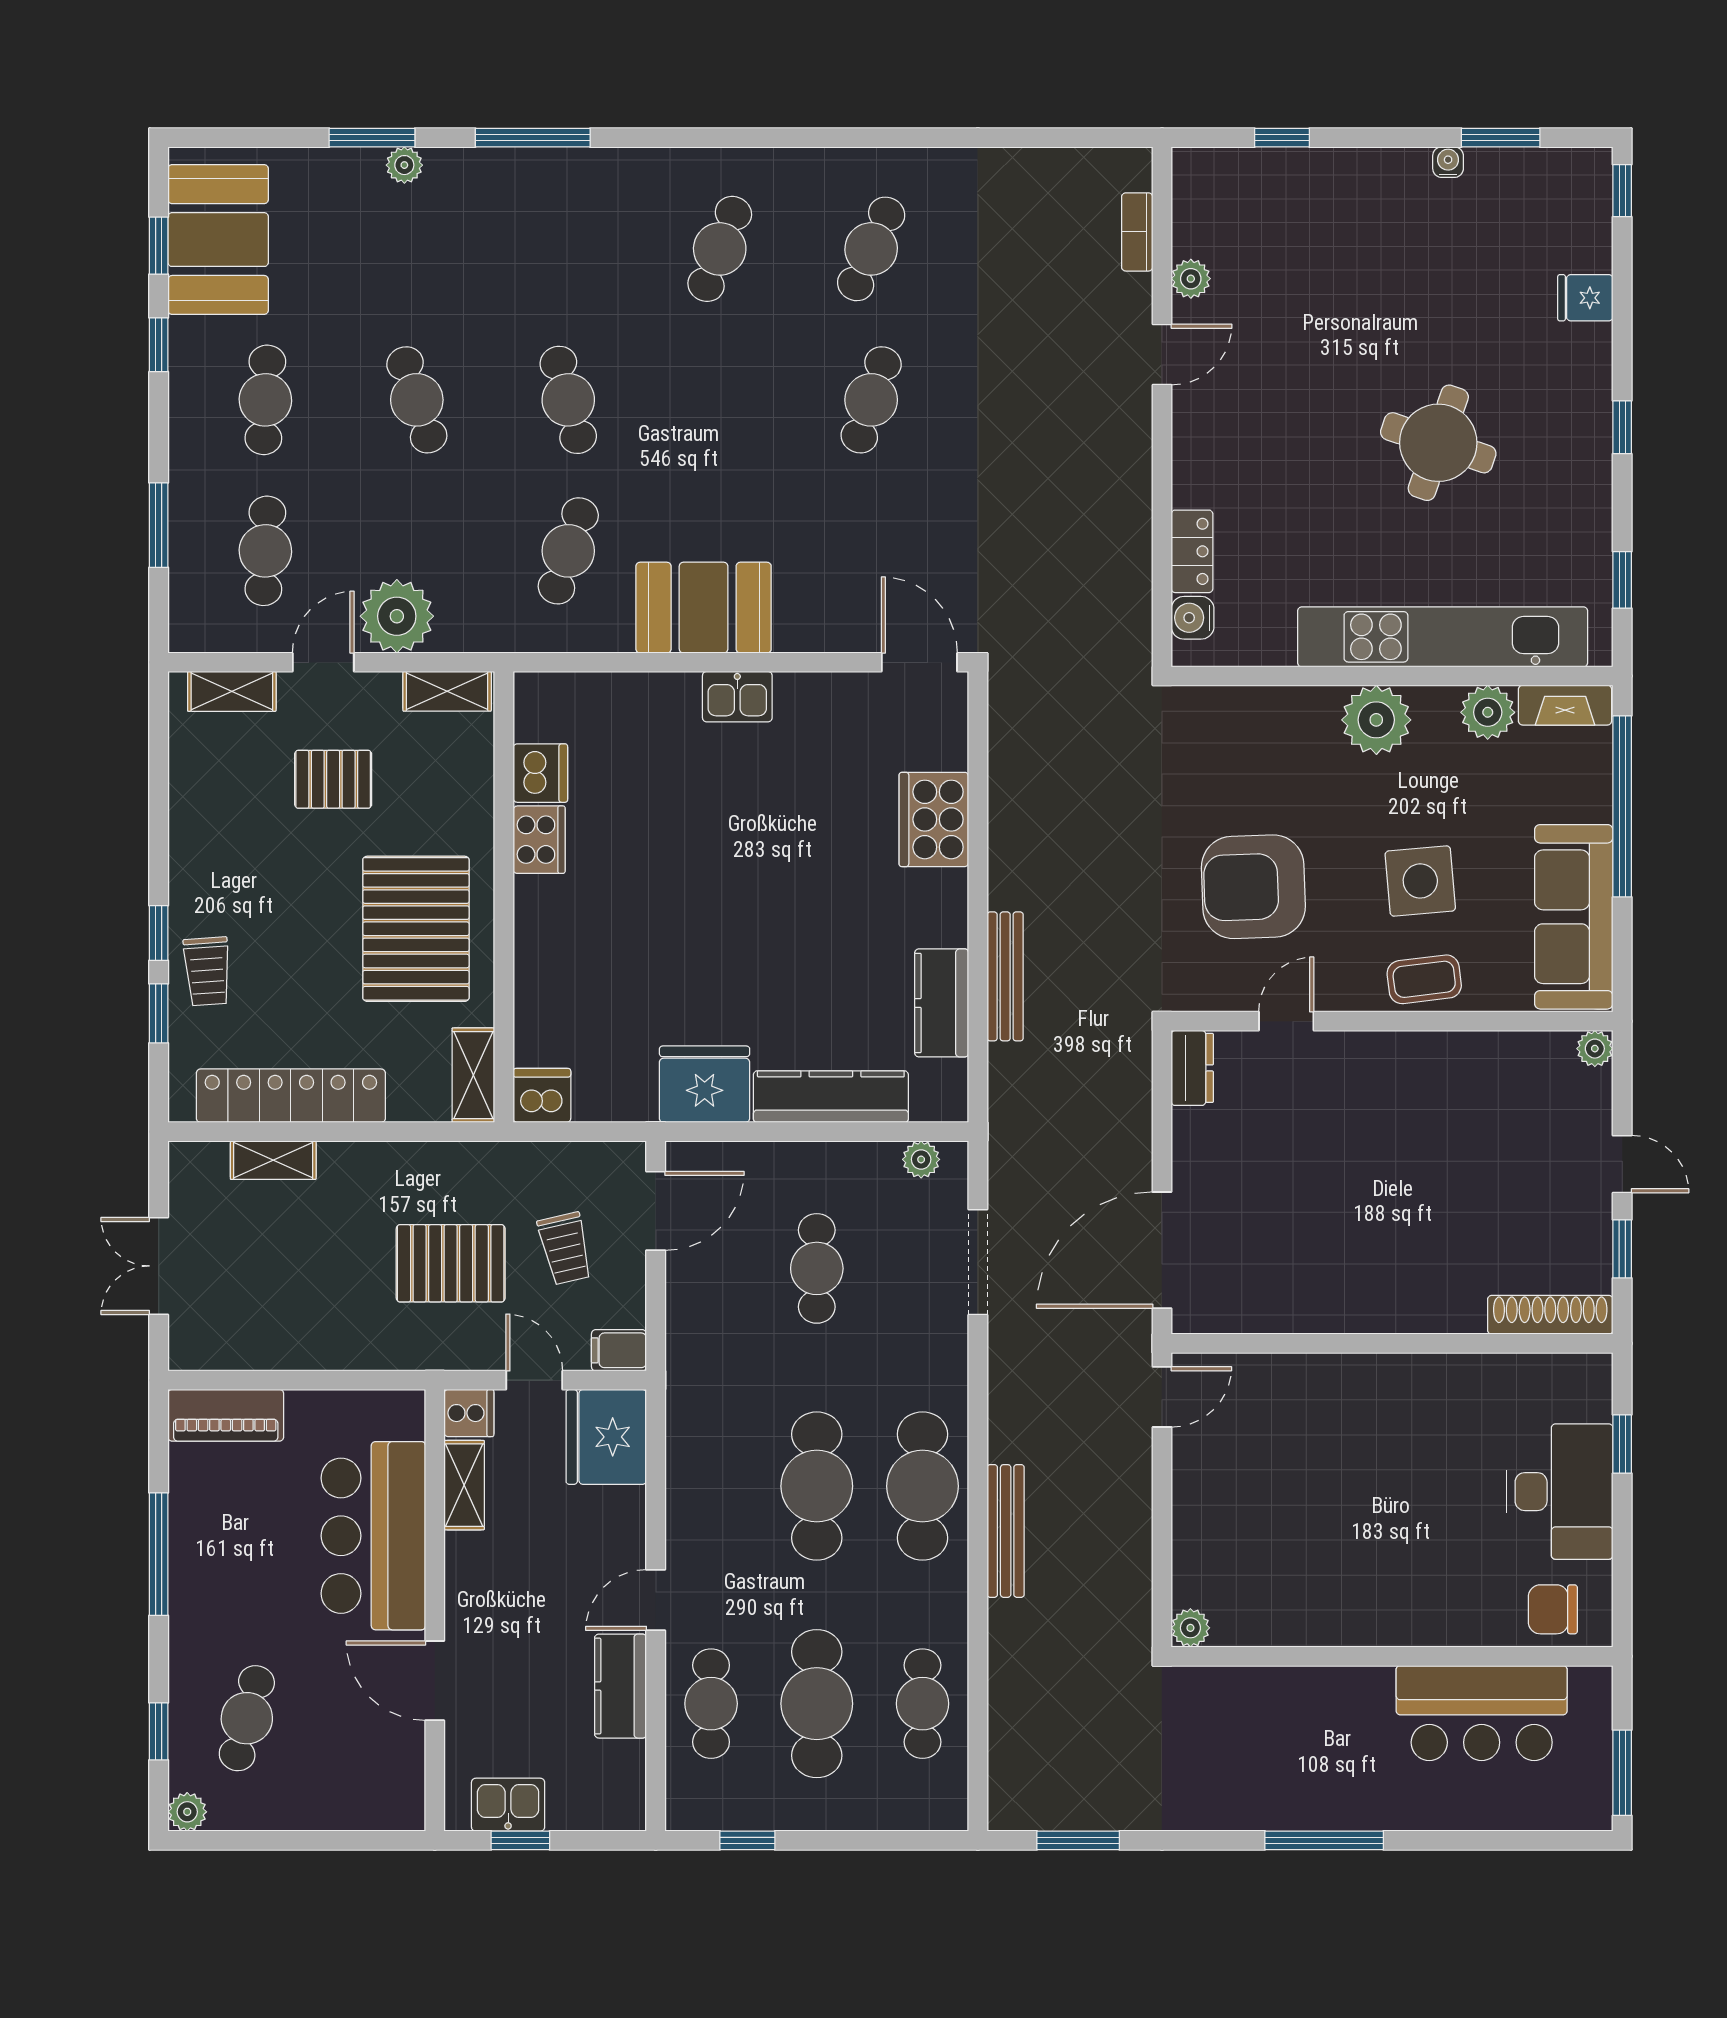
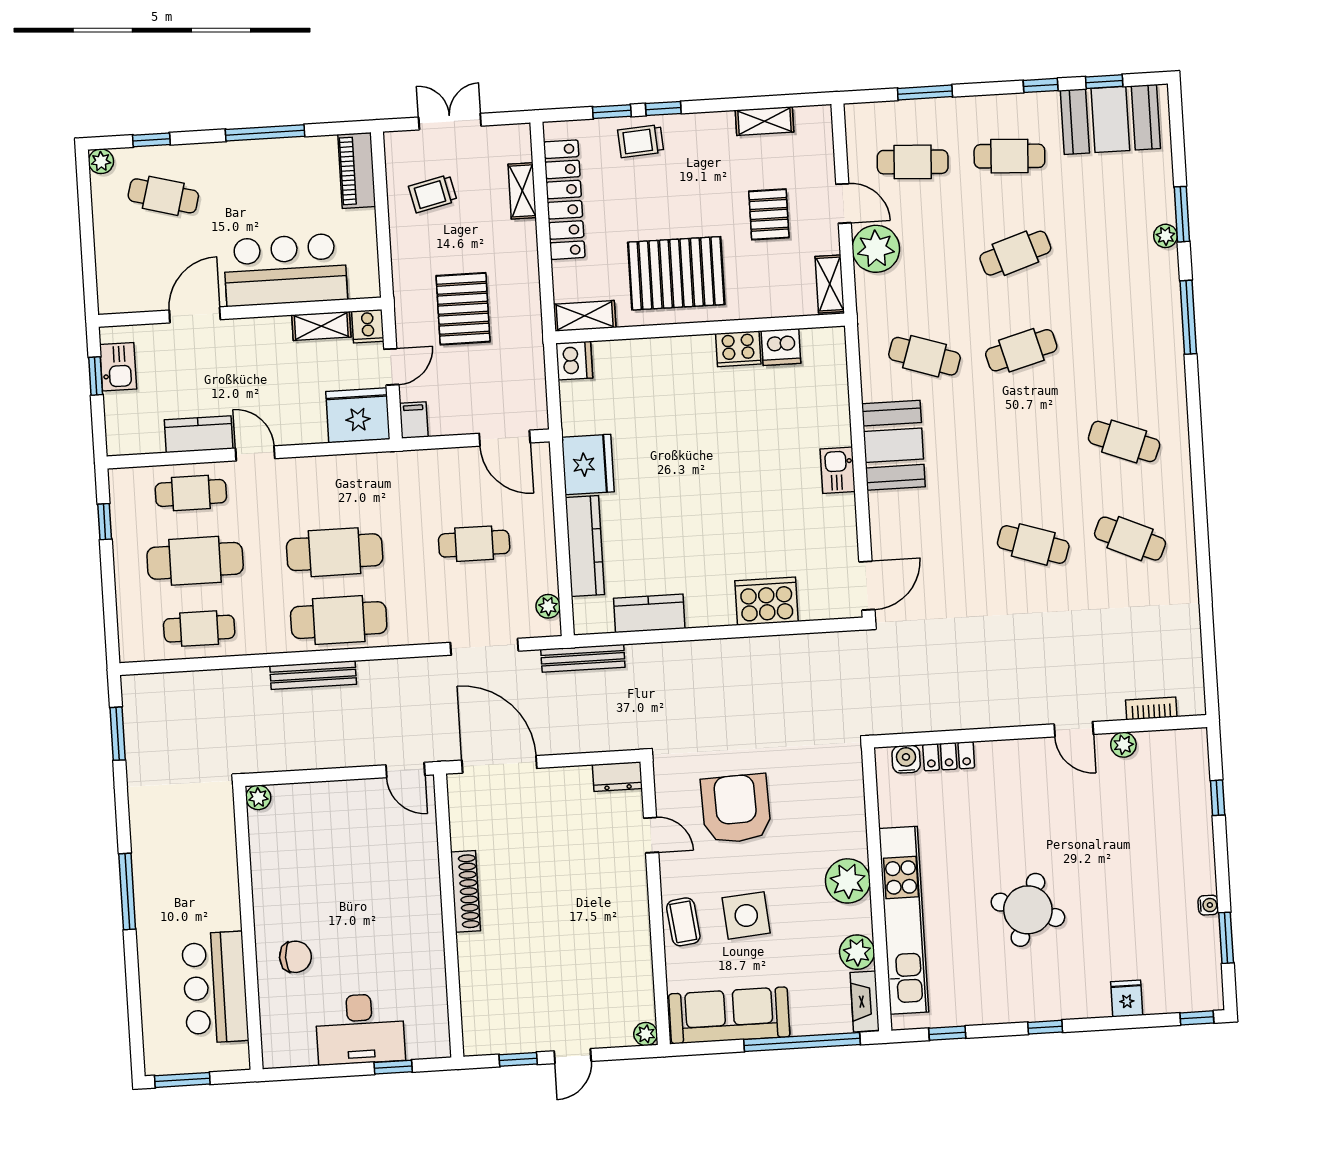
shelving: (232, 691) -> (764, 121), moved, turned 90
bench: (1005, 976) -> (583, 658), moved
trolley: (565, 1248) -> (433, 194), moved
shoe rack: (1550, 1315) -> (466, 891), moved
chair: (1553, 1609) -> (295, 957), moved, turned 90

